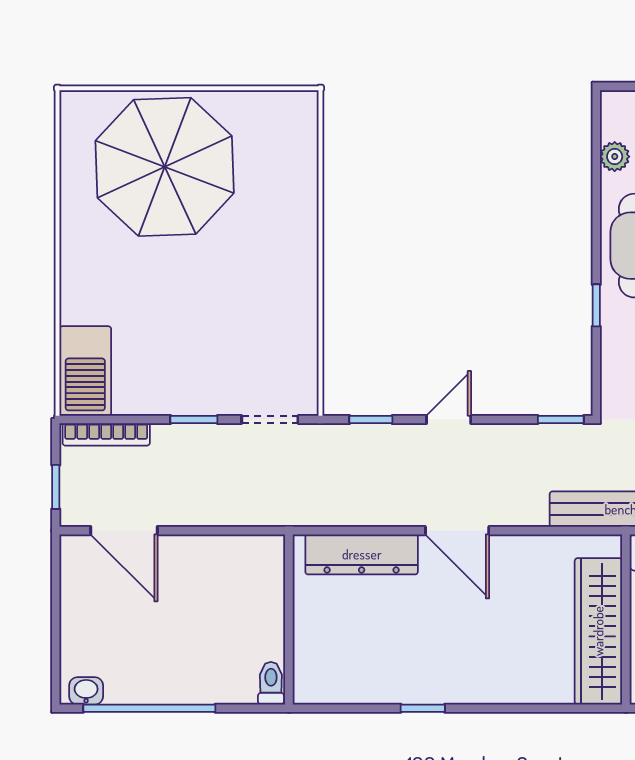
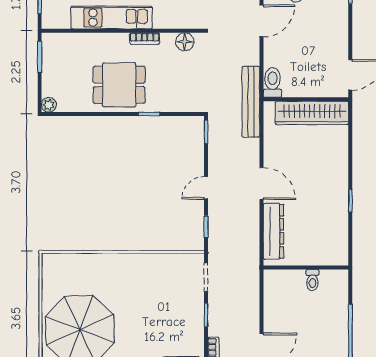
plant: (615, 157) -> (49, 105), moved
door: (449, 420) -> (206, 188), hinge flipped
door: (457, 531) -> (262, 184), hinge flipped
toilet: (271, 683) -> (312, 280), moved, turned -90

